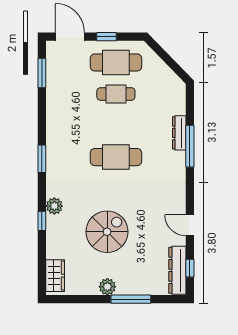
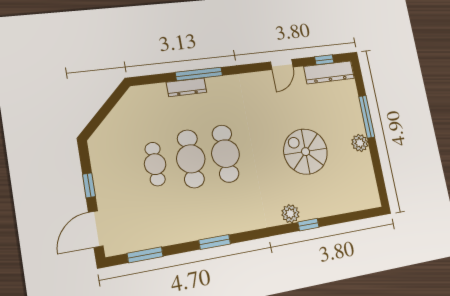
cafe table: (116, 62) -> (191, 159), moved
window: (42, 159) -> (215, 242), moved
wardrobe: (55, 276) -> (360, 200), removed

